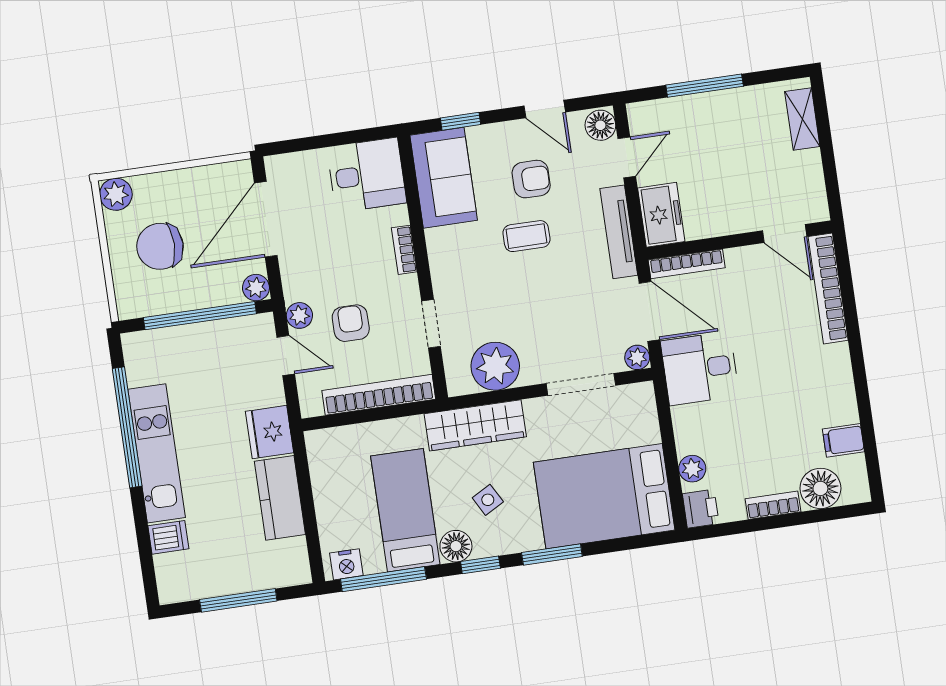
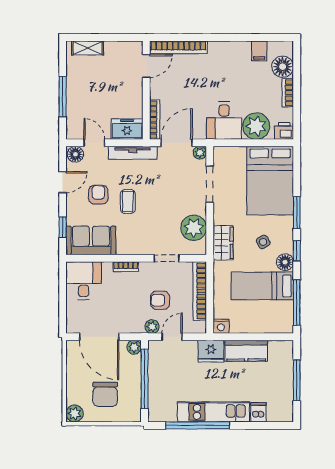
desk: (700, 368) -> (224, 121), moved
wardrobe: (475, 425) -> (223, 243), width x0.67
plant: (692, 469) -> (256, 126), width x1.87, depth x1.87
nightstand: (346, 564) -> (221, 326), moved, turned 90

